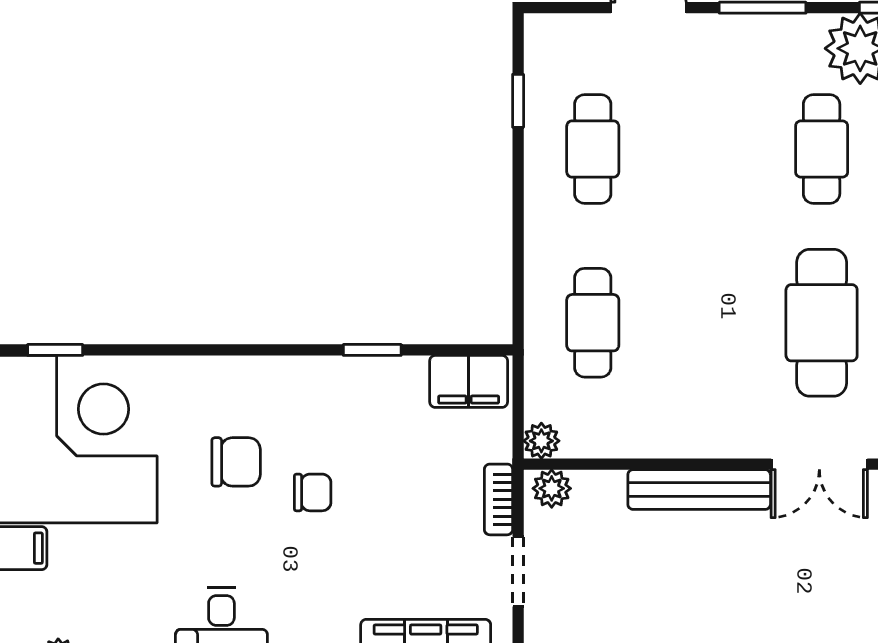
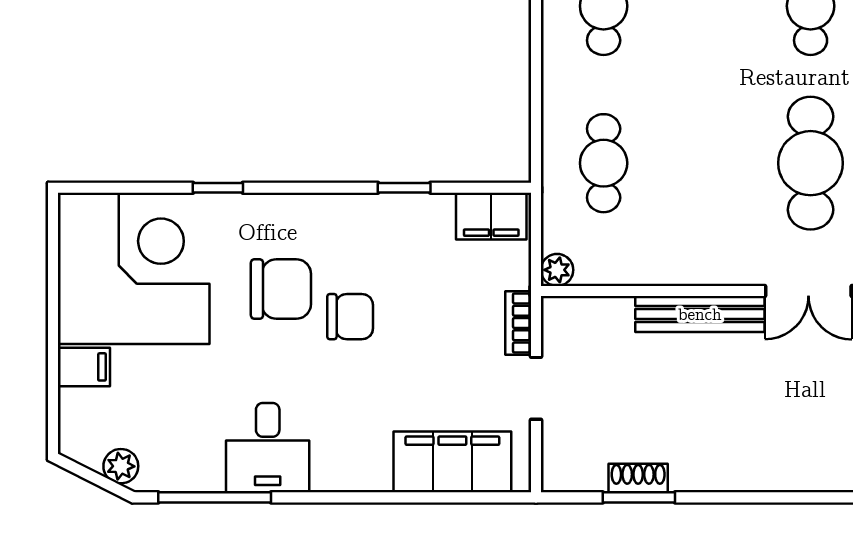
window: (55, 350) -> (218, 188), moved
chair: (236, 462) -> (281, 289), width x1.37, depth x1.37
plant: (552, 488) -> (566, 313), removed
chair: (313, 492) -> (350, 317), width x1.37, depth x1.37

